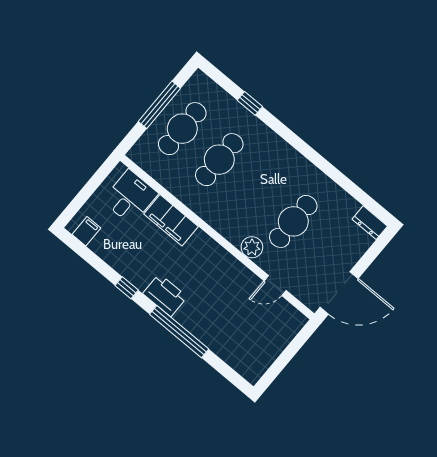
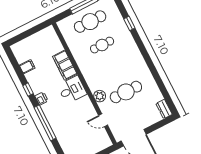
cafe table: (219, 160) -> (102, 45), width x0.73, depth x0.74
desk: (130, 197) -> (72, 90), moved
filing cabinet: (86, 231) -> (27, 67), moved
printer: (165, 295) -> (42, 98), width x0.53, depth x0.68

